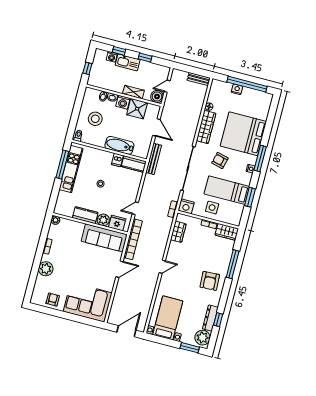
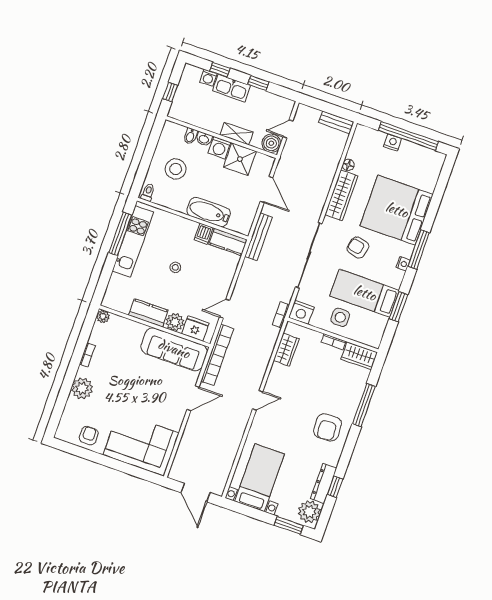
door: (126, 331) -> (196, 493), swing flipped

